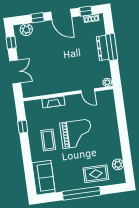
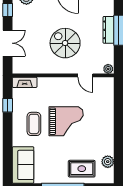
spiral stairs: (66, 65) -> (65, 43), added
fireplace: (53, 102) -> (25, 82), moved

